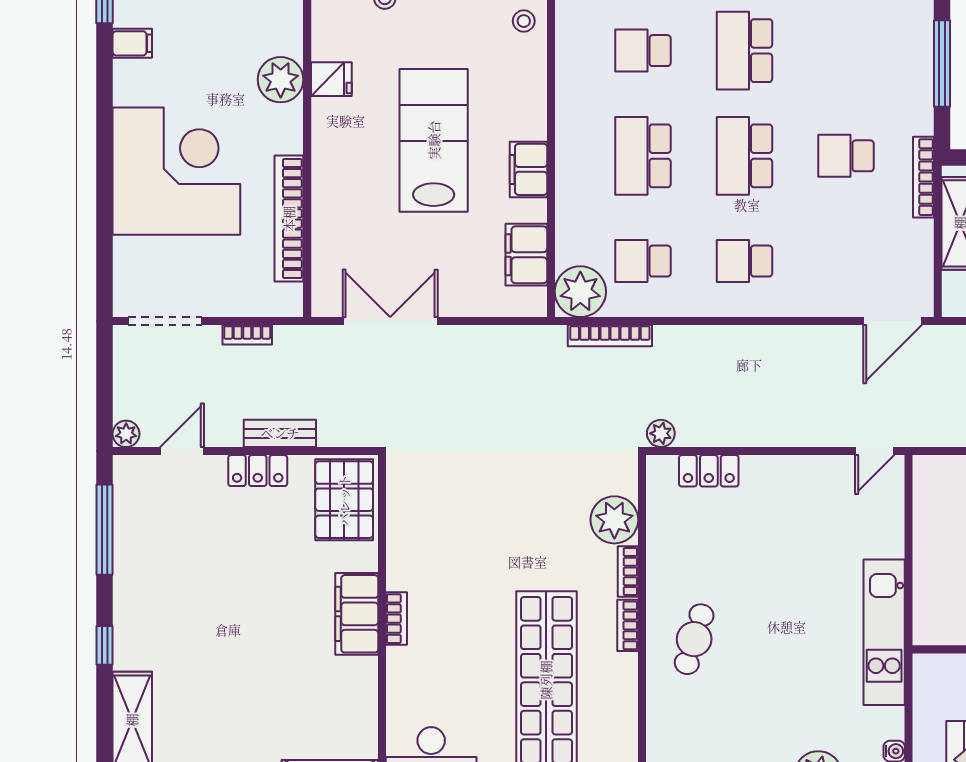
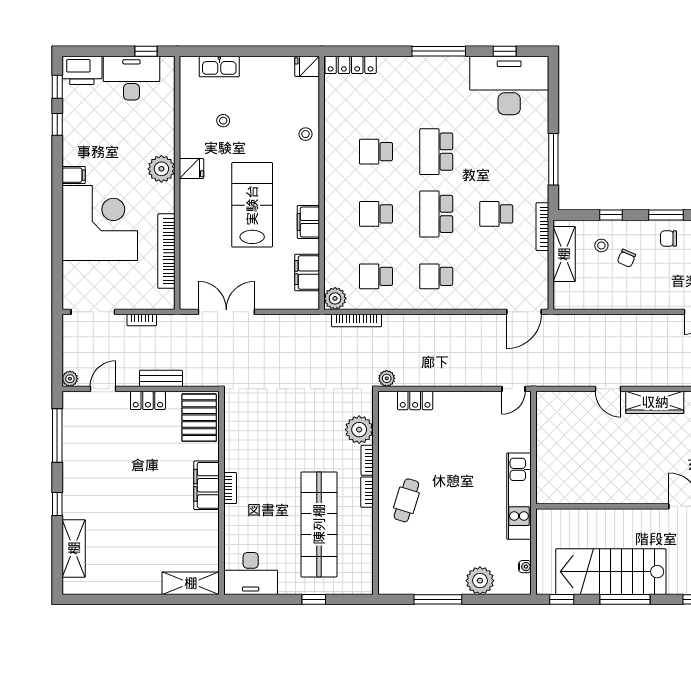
filing cabinet: (132, 43) -> (74, 175), moved
school desk: (643, 156) -> (376, 214), width x0.54
plant: (580, 292) -> (335, 298), width x0.73, depth x0.73

